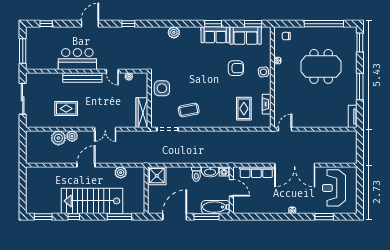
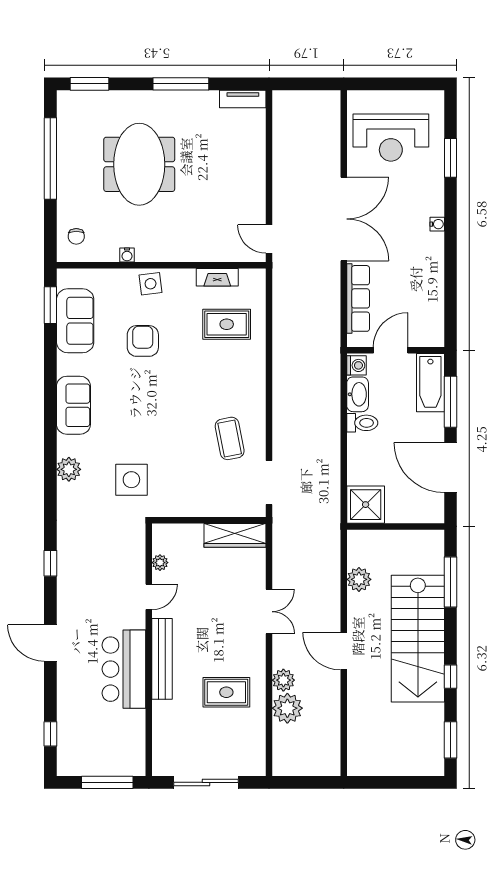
window: (213, 24) -> (50, 388), removed
sofa: (215, 35) -> (73, 405), moved
side table: (162, 88) -> (131, 480), moved
rug: (66, 109) -> (226, 692), turned 90

